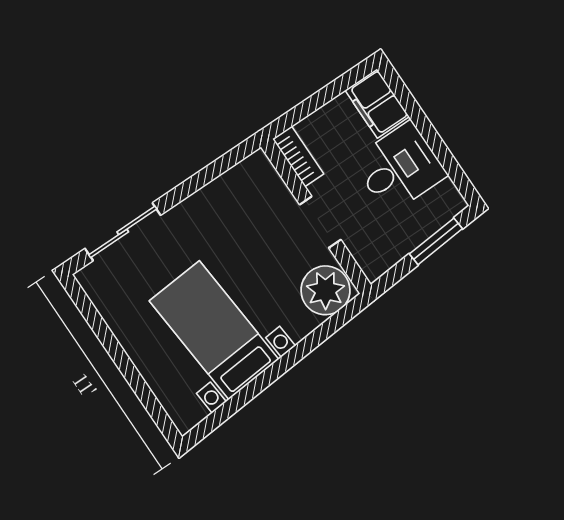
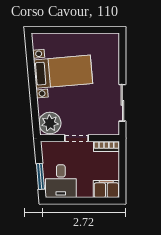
desk: (399, 168) -> (61, 181), moved
sliding door: (123, 232) -> (122, 103), moved

